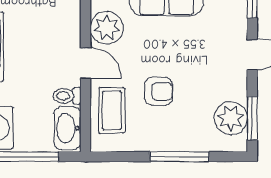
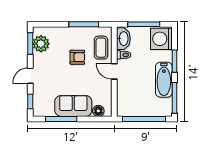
plant: (107, 28) -> (104, 89), removed
armchair: (159, 91) -> (77, 57), turned 180
window: (179, 157) -> (84, 24), moved

